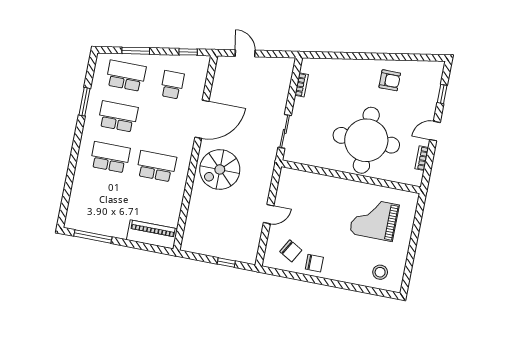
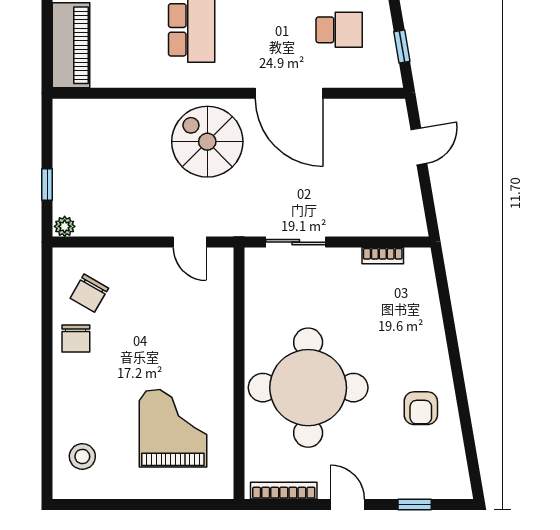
bookcase: (422, 158) -> (284, 491), width x1.56
door: (269, 214) -> (190, 242), moved
plant: (251, 257) -> (65, 226), added

